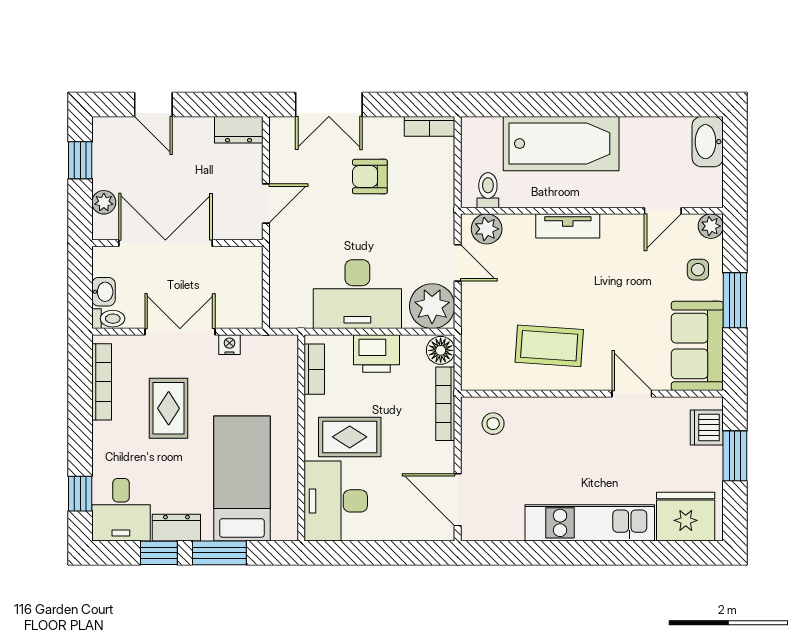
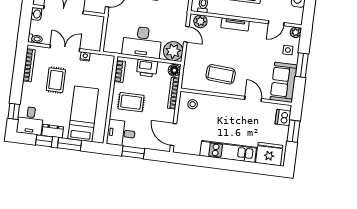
washbasin: (104, 292) -> (36, 14), moved
desk: (336, 501) -> (121, 133), width x0.73
window: (370, 553) -> (133, 152), added

